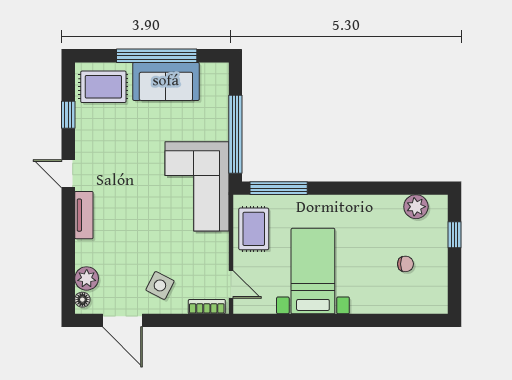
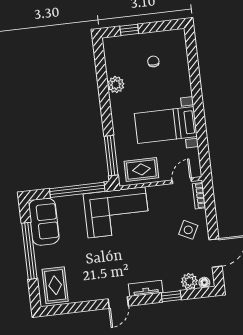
sofa: (166, 81) -> (44, 222), moved
window: (68, 115) -> (171, 296), moved
plant: (416, 207) -> (116, 85), moved

